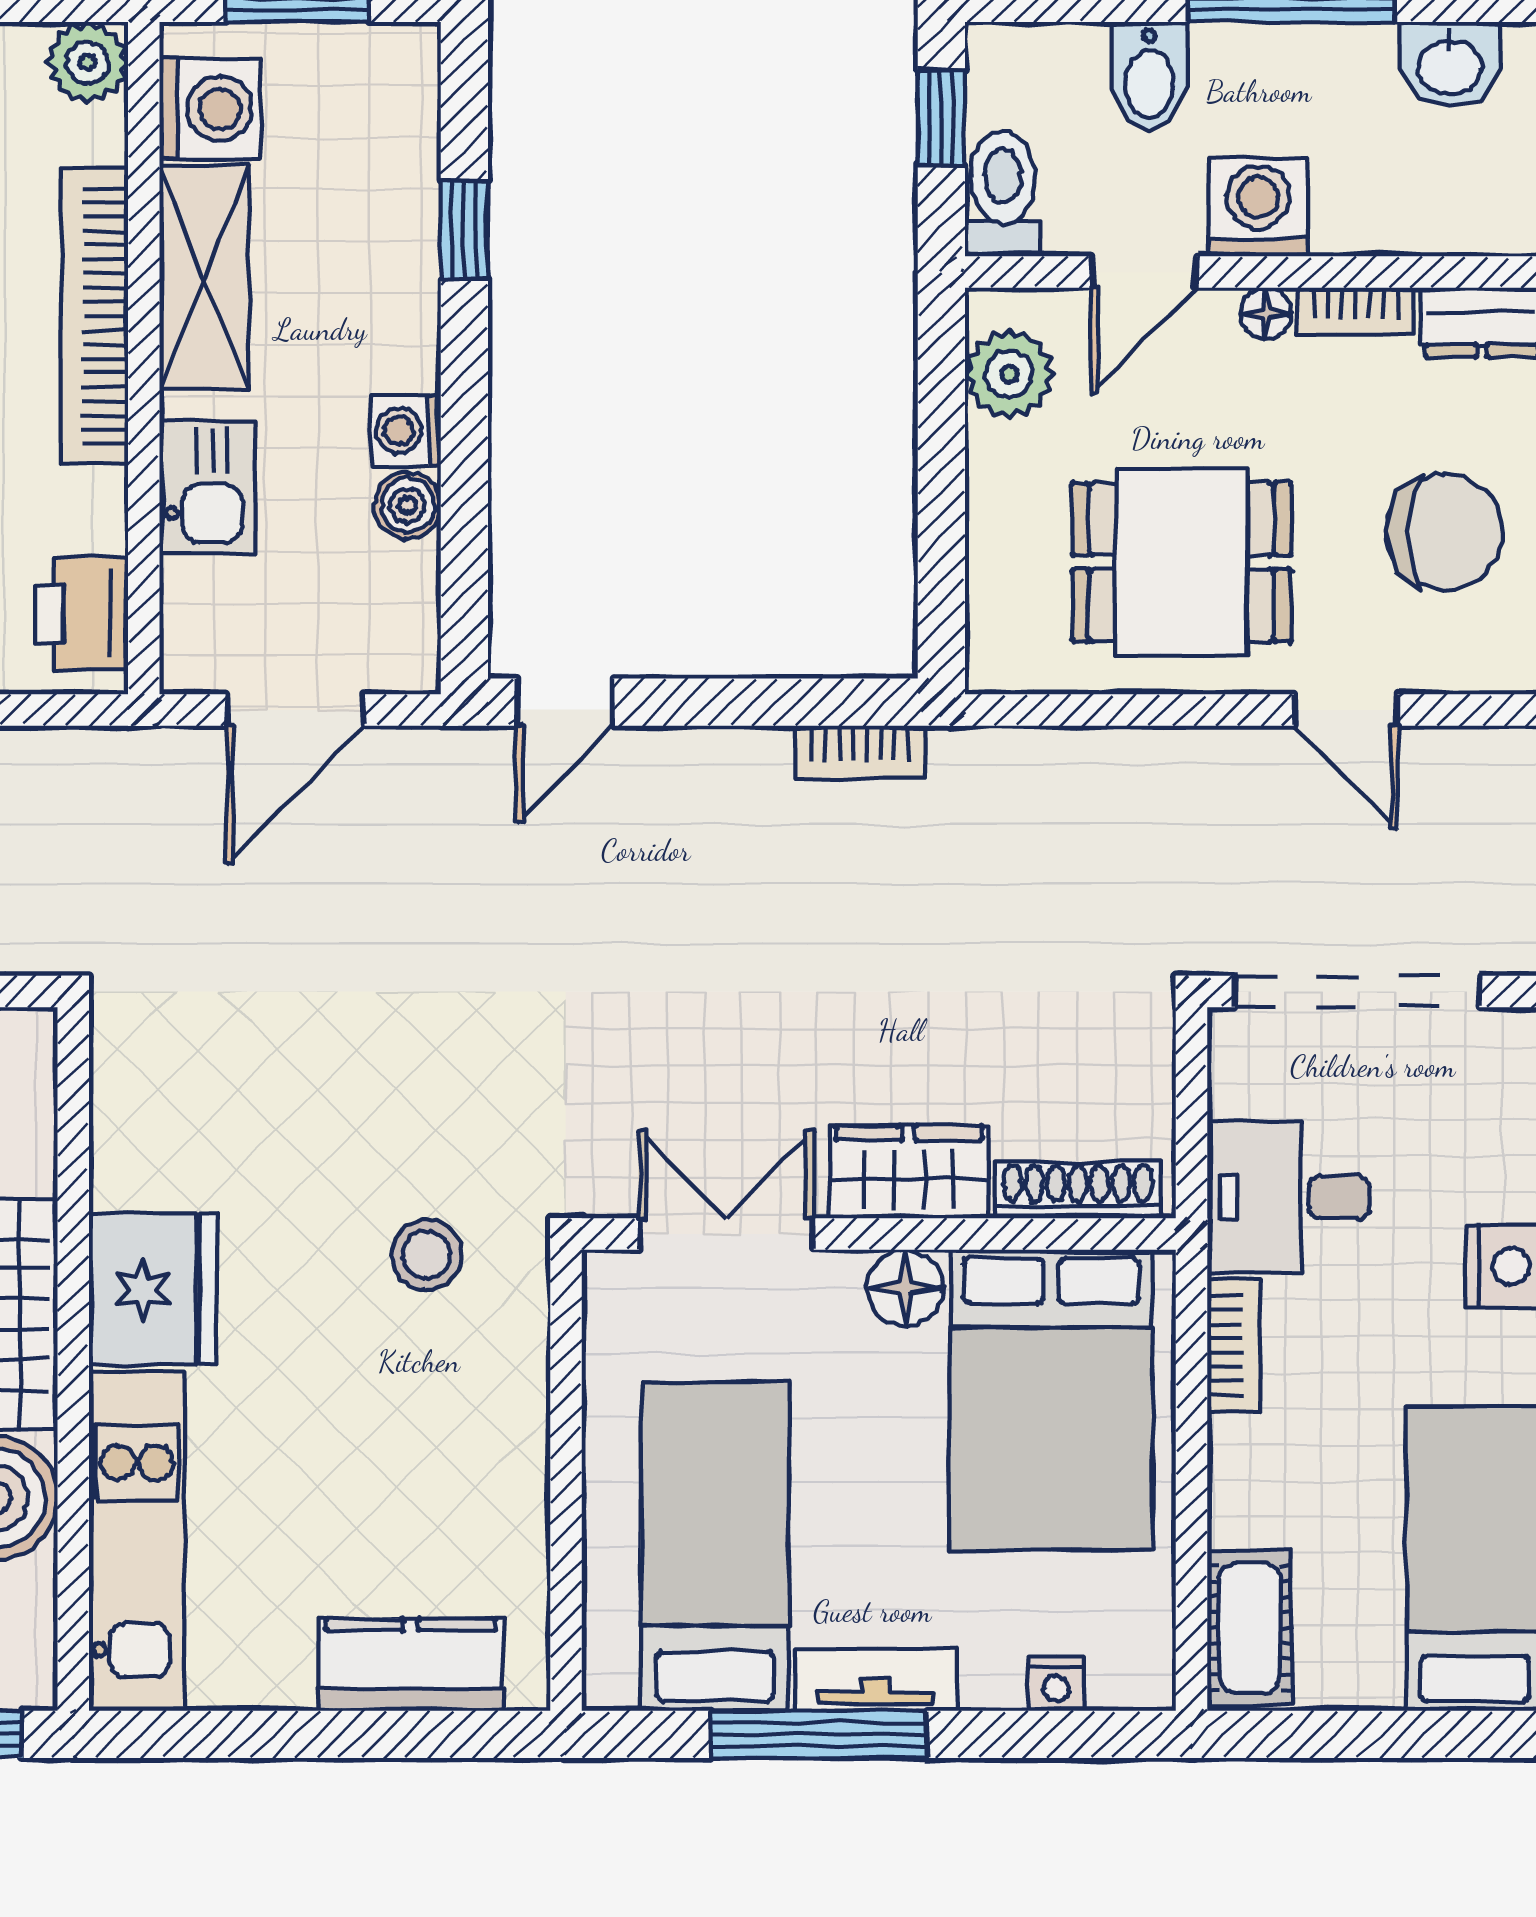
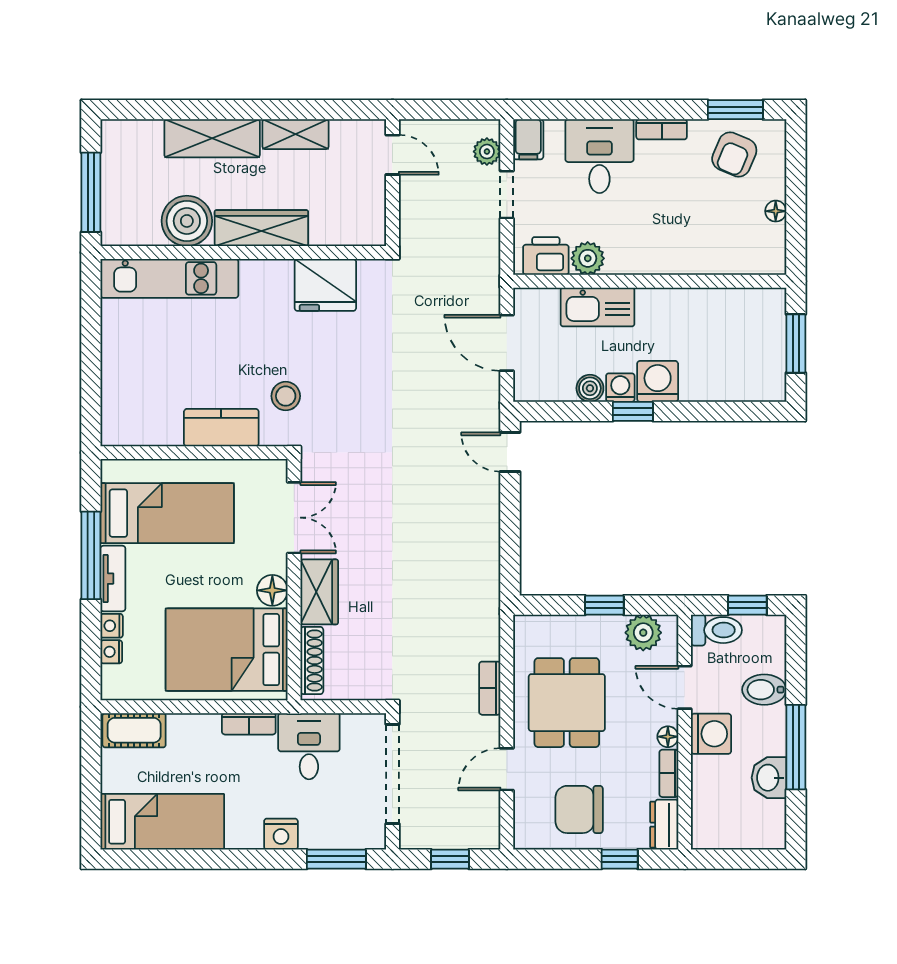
plant: (87, 62) -> (588, 258), moved
washbasin: (1450, 65) -> (769, 778), moved
washing machine: (210, 109) -> (658, 381), moved, turned 180
window: (464, 230) -> (633, 411), moved
shelving: (204, 278) -> (682, 306), removed
bookcase: (94, 316) -> (667, 261), removed
window: (941, 470) -> (604, 605), added
kitchen sink: (207, 487) -> (597, 307), width x1.38
chair: (1445, 532) -> (579, 809), turned 90
bookcase: (860, 752) -> (490, 688), moved
fridge: (153, 1289) -> (325, 285), moved
kitchen counter: (410, 1665) -> (221, 428), moved, turned -90
nightstand: (992, 1683) -> (112, 626), added

